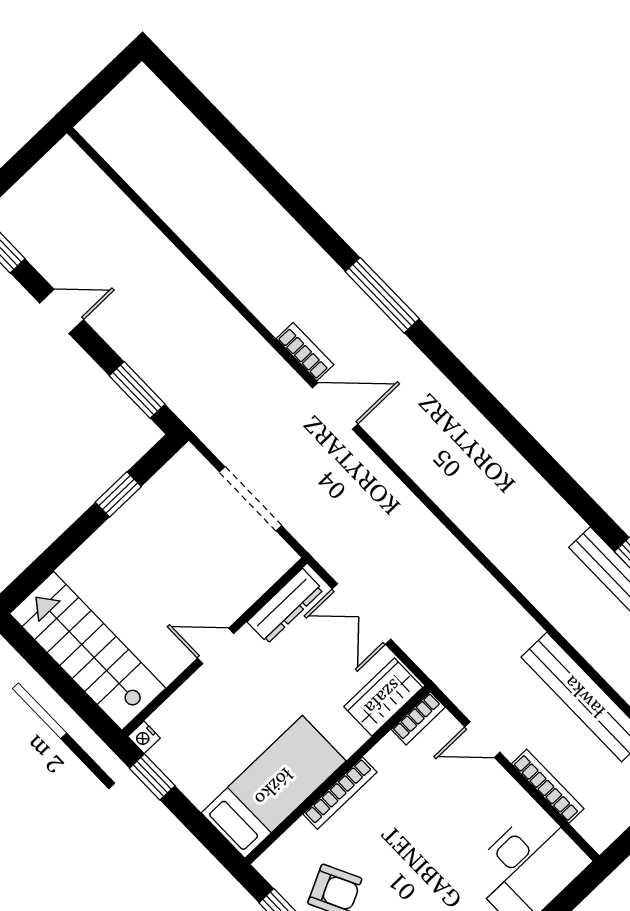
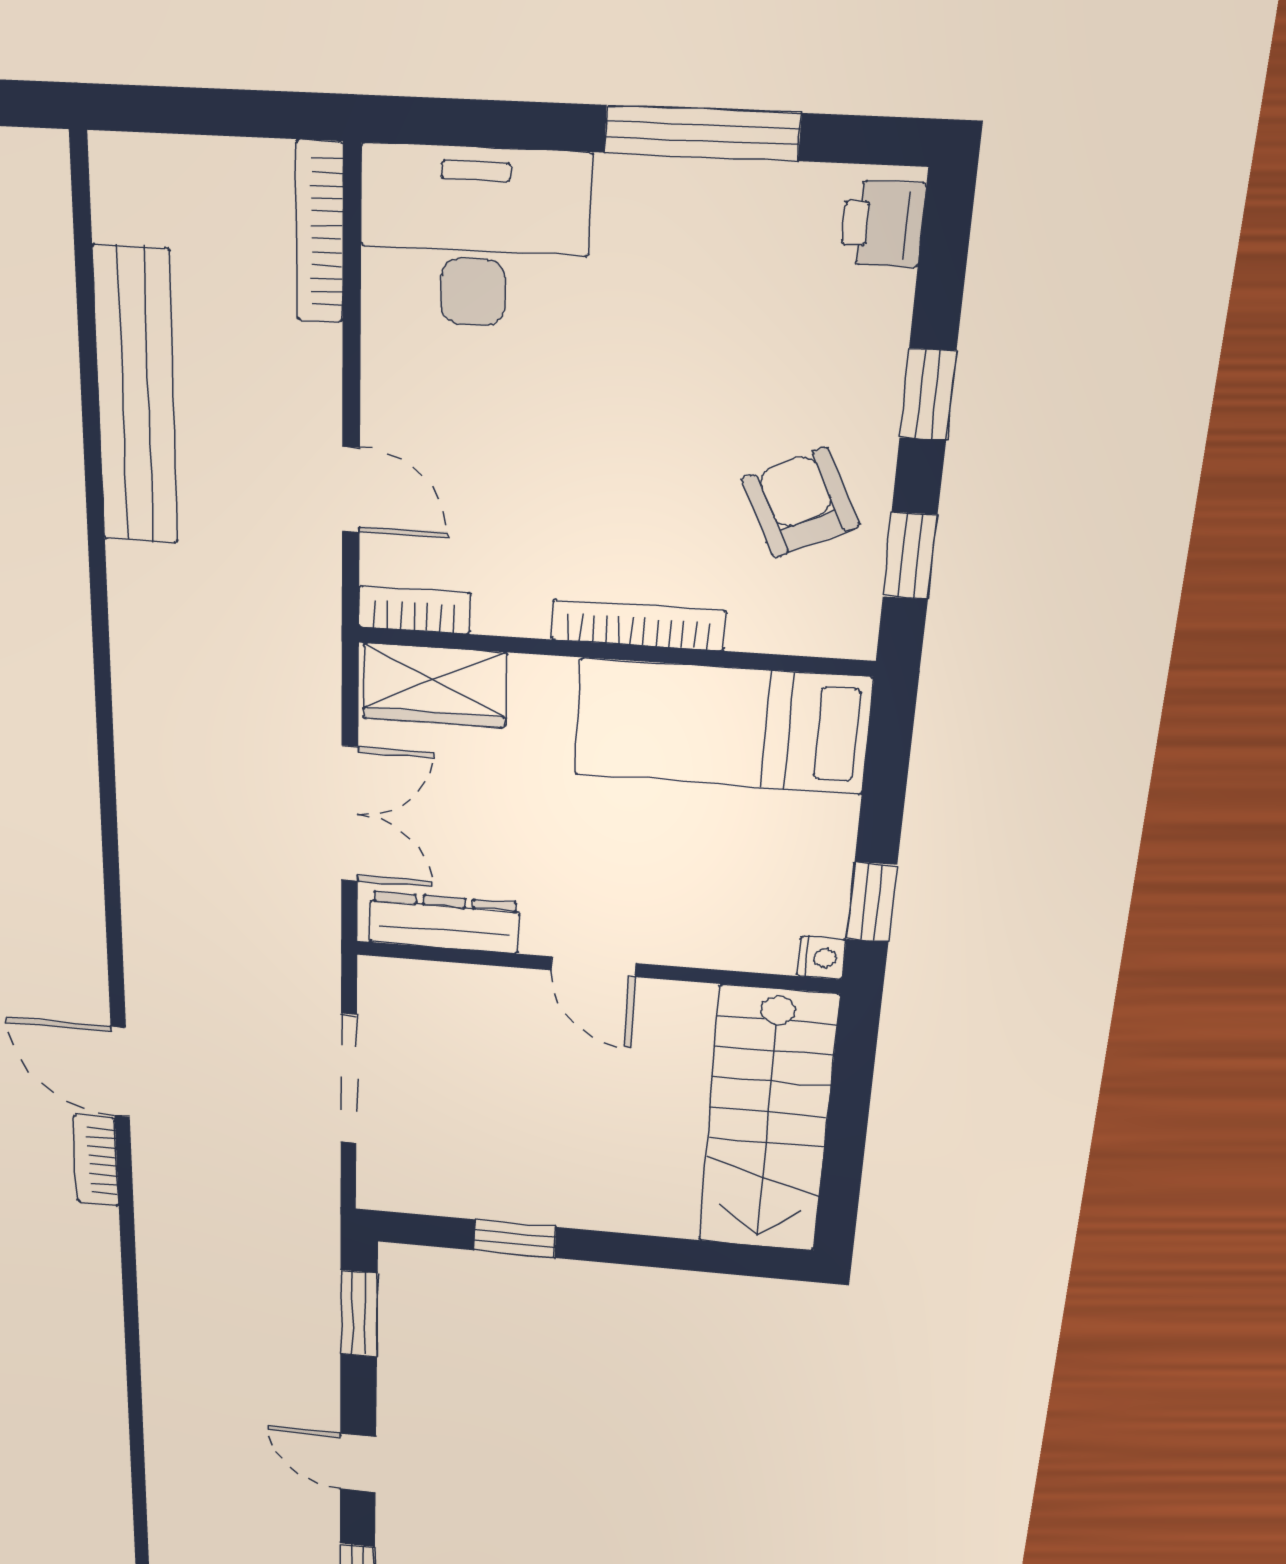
bookcase: (548, 786) -> (320, 232), moved

